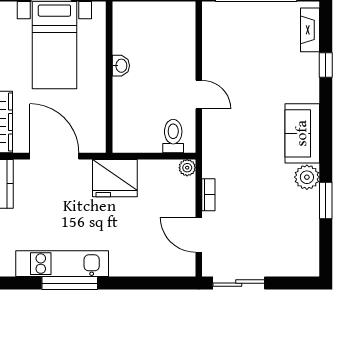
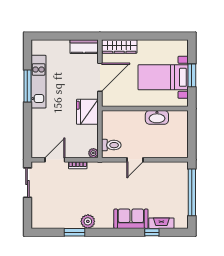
fireplace: (310, 30) -> (161, 223), moved
washbasin: (121, 66) -> (157, 117), width x1.91, depth x1.45
sofa: (302, 133) -> (131, 219), moved

